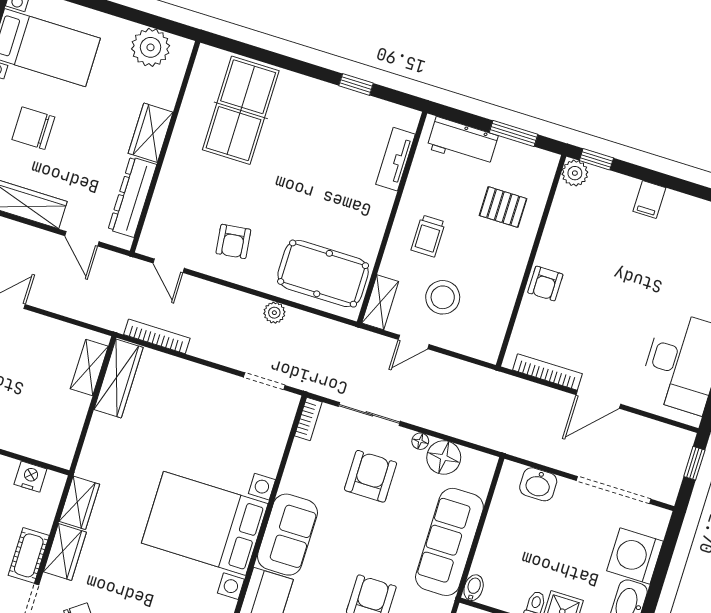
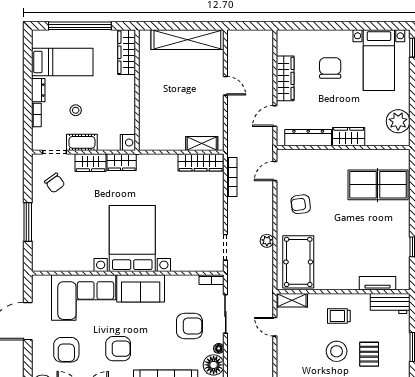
workbench: (462, 142) -> (390, 303), moved, turned -90
stool: (443, 297) -> (337, 351), moved
nightstand: (30, 477) -> (128, 142), moved

